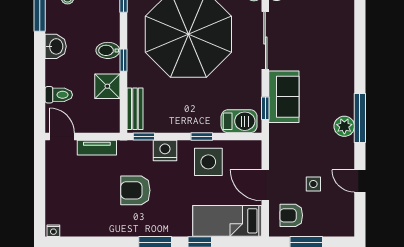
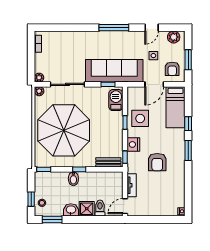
shower: (107, 86) -> (87, 209), moved
sofa: (284, 97) -> (114, 71), width x1.85, depth x1.27
plant: (344, 126) -> (174, 37), moved

